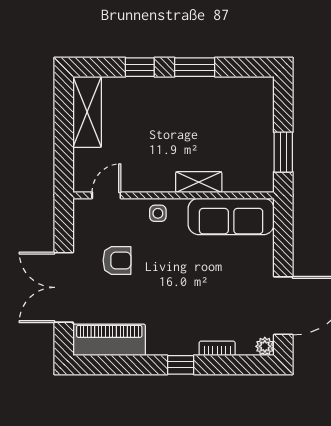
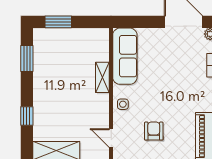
window: (195, 67) -> (27, 59), moved
window: (283, 152) -> (58, 22), moved

